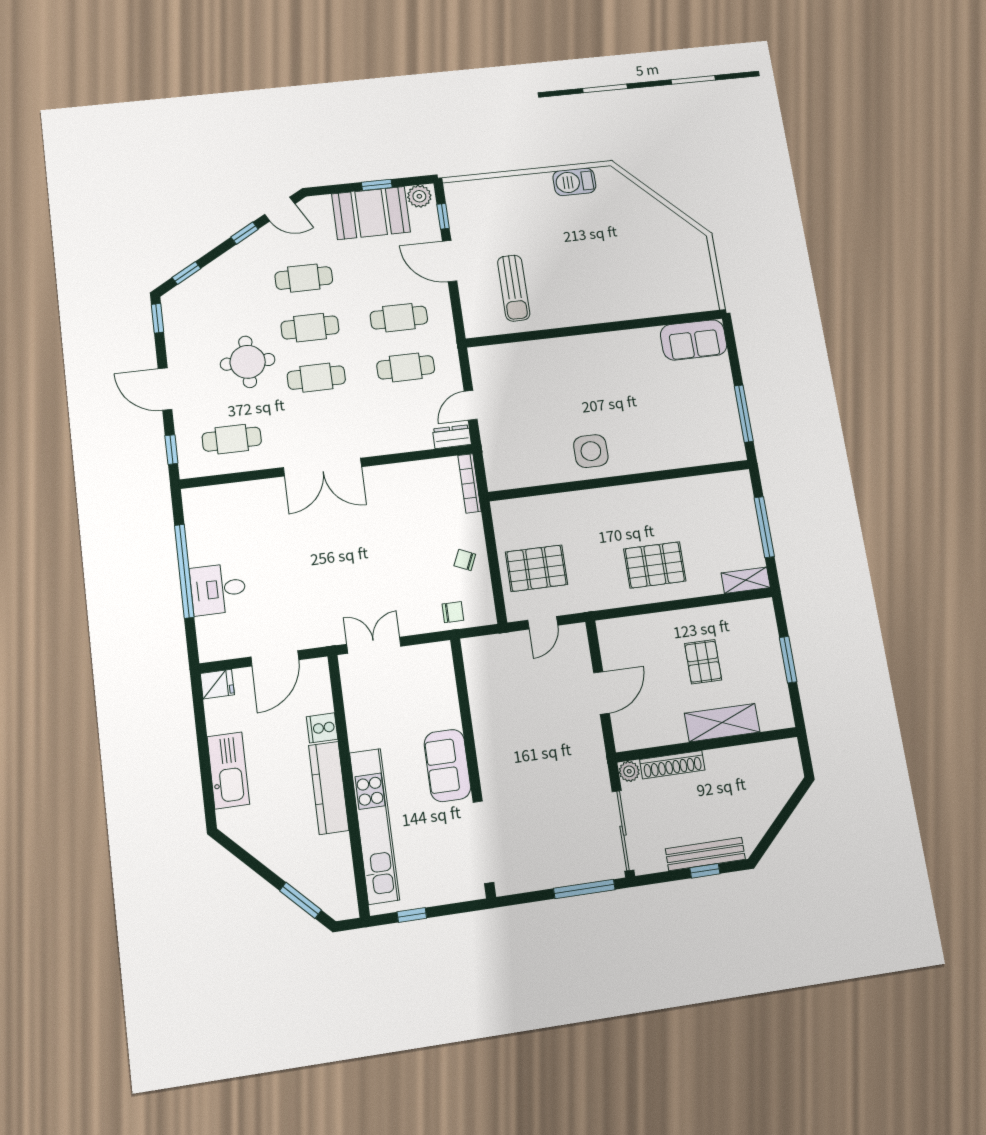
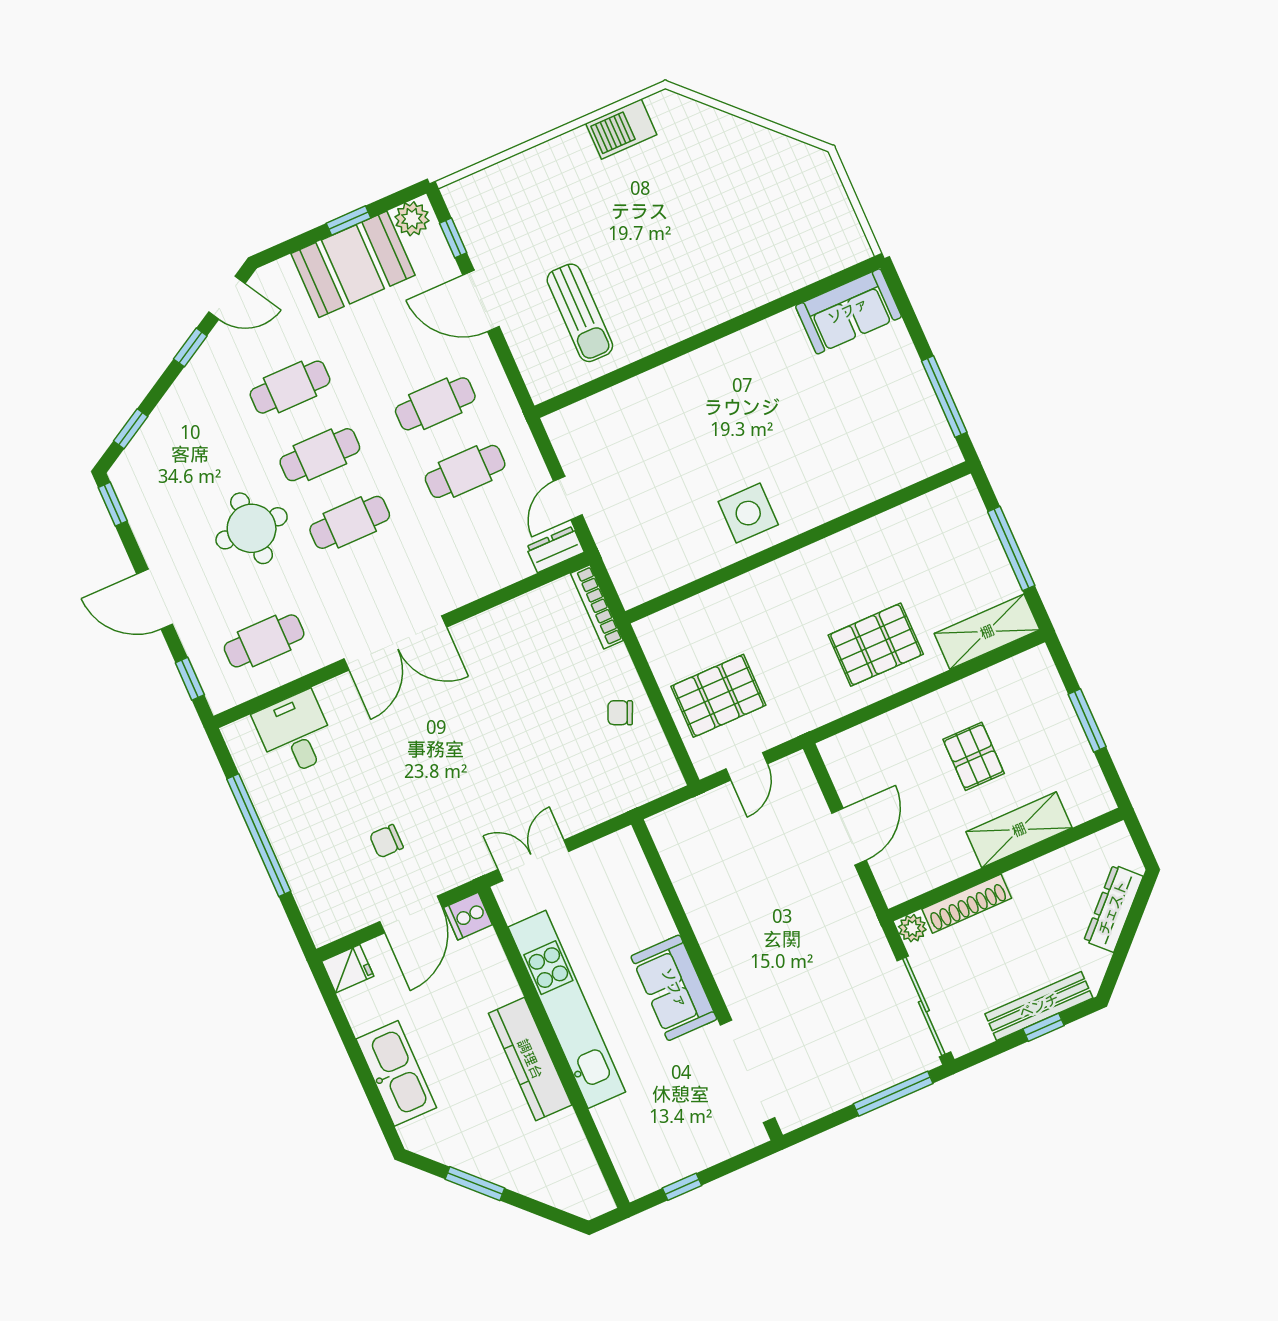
shelving: (746, 580) -> (987, 632), width x1.50, depth x1.33
desk: (218, 589) -> (295, 734), moved, turned 90
chair: (453, 612) -> (386, 841), moved, turned 180
cooker: (322, 728) -> (468, 916), moved
dresser: (775, 798) -> (1113, 908), added
kitchen unit: (374, 826) -> (567, 1009), moved
window: (301, 900) -> (475, 1184), moved

